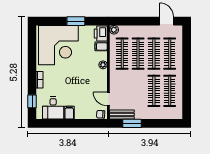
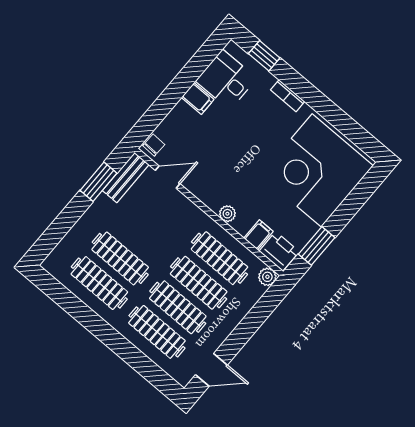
window: (76, 21) -> (317, 246), moved

